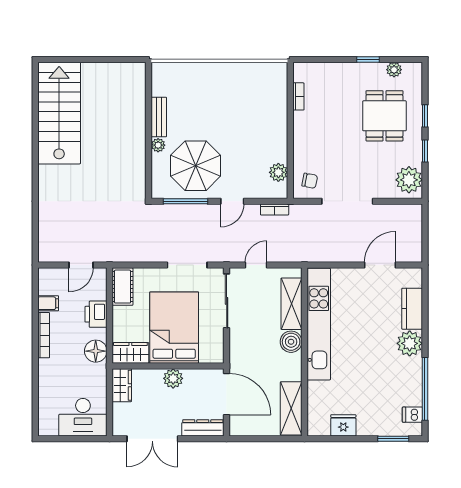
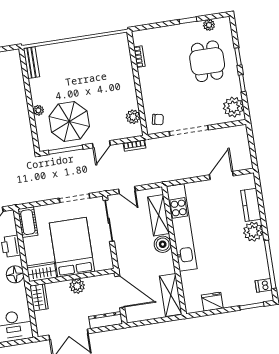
bench: (159, 117) -> (31, 63), moved
door: (256, 265) -> (127, 190), swing flipped

